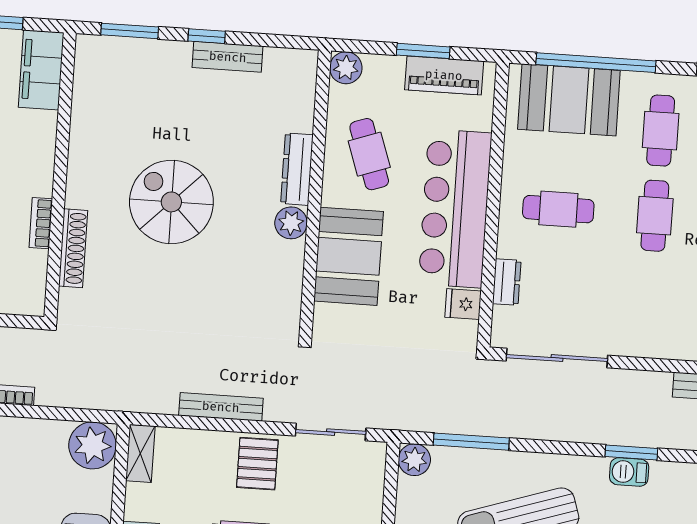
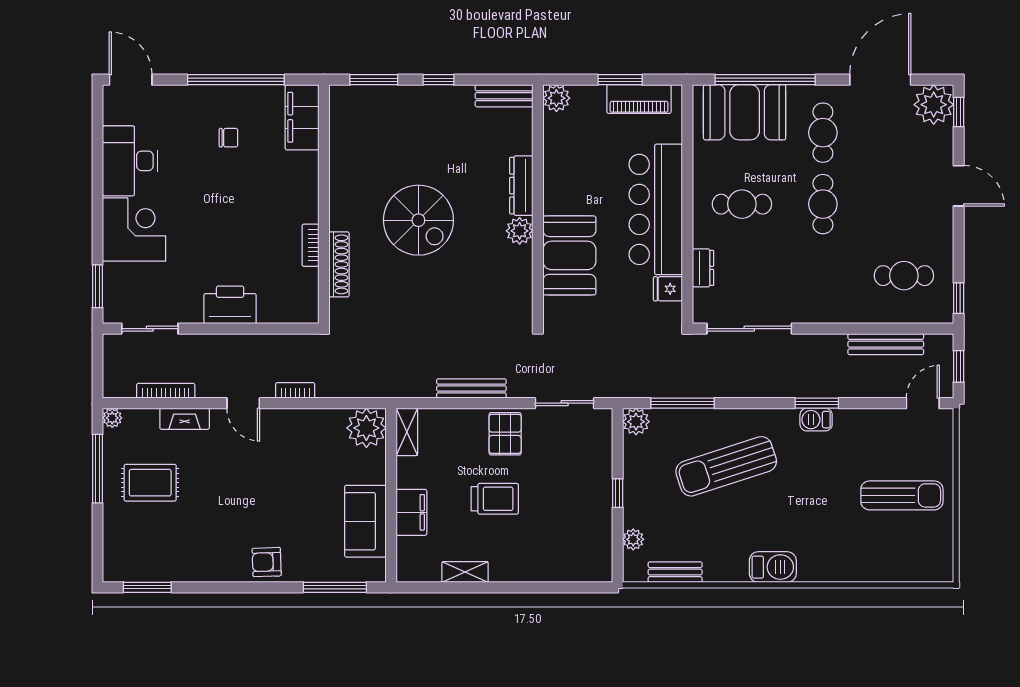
bench: (228, 57) -> (504, 96), moved
cafe table: (369, 154) -> (581, 169), removed
spiral stairs: (171, 202) -> (418, 220), turned 180

